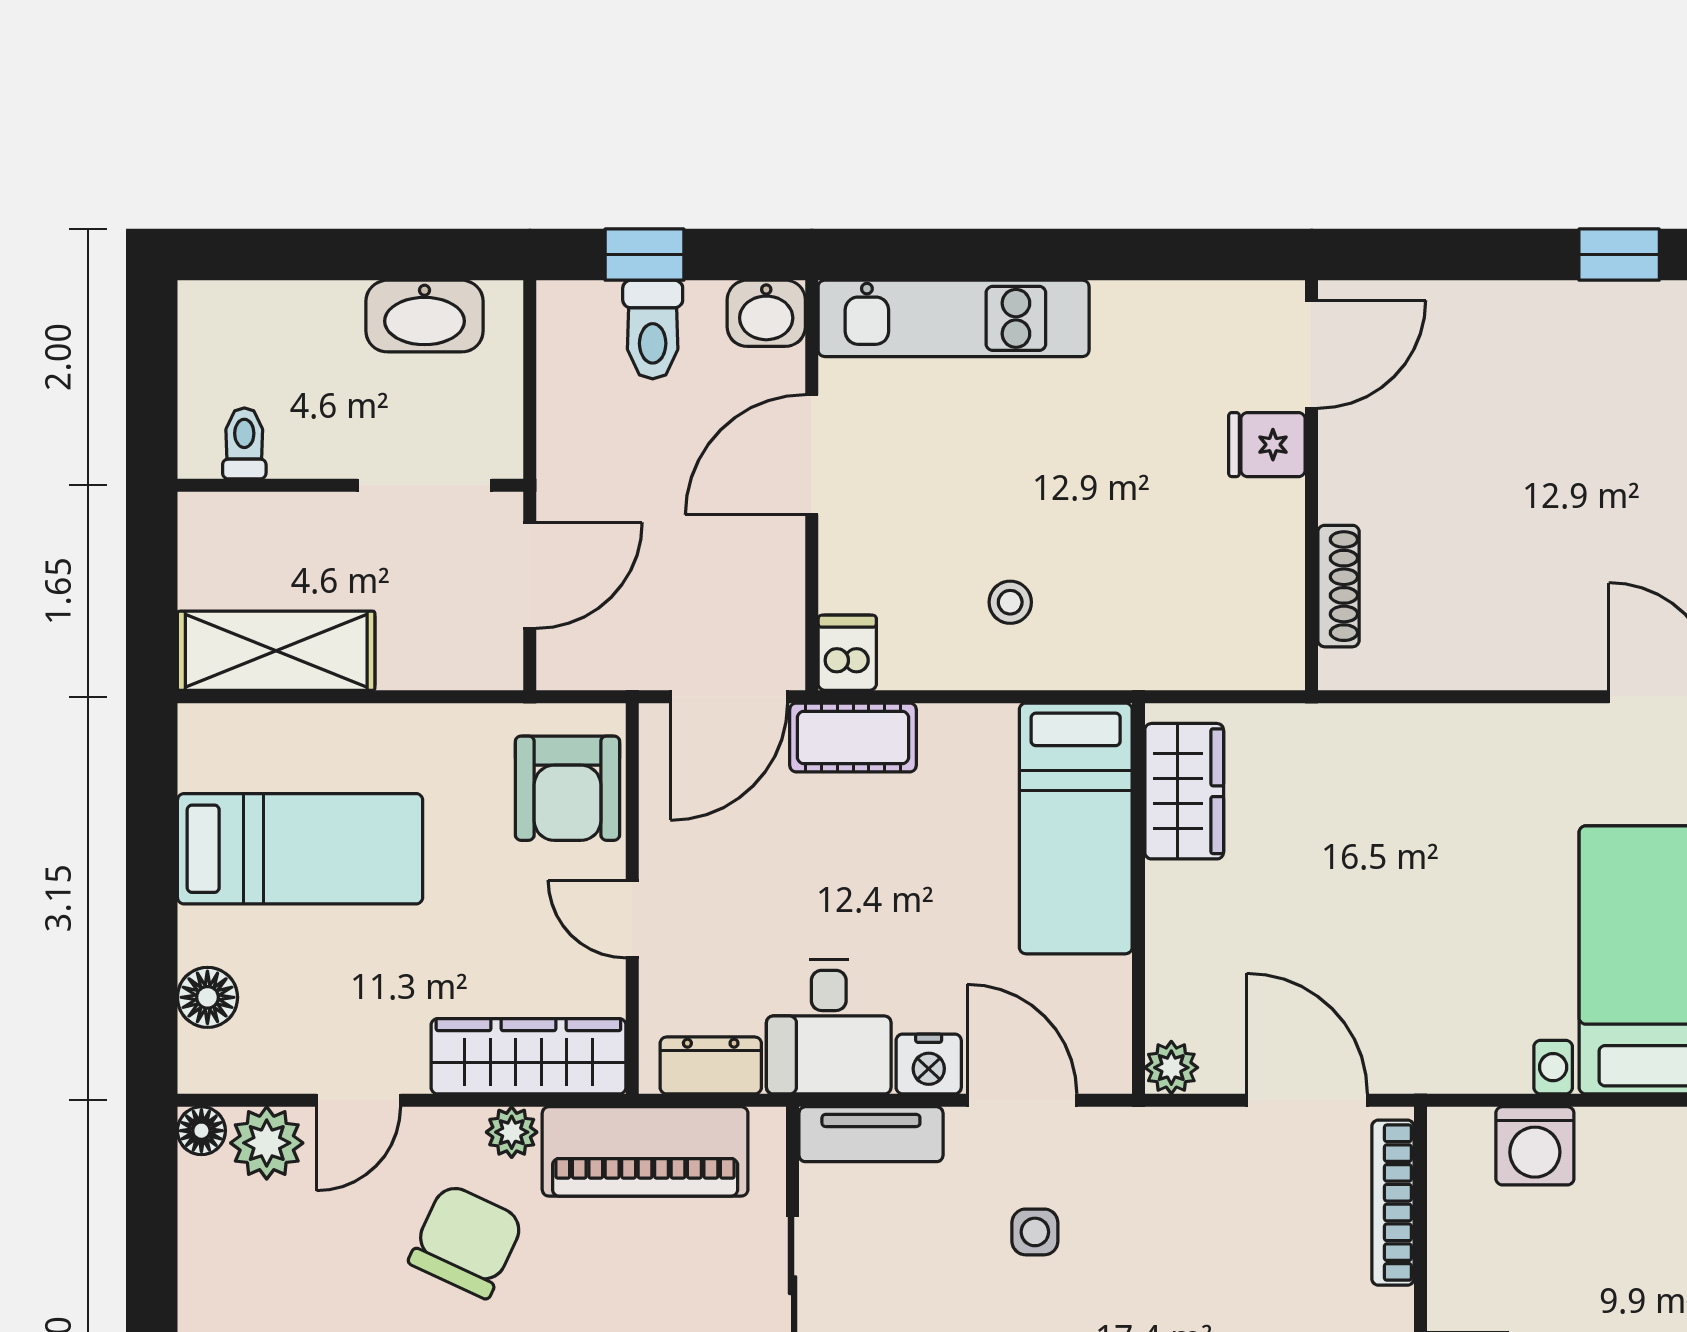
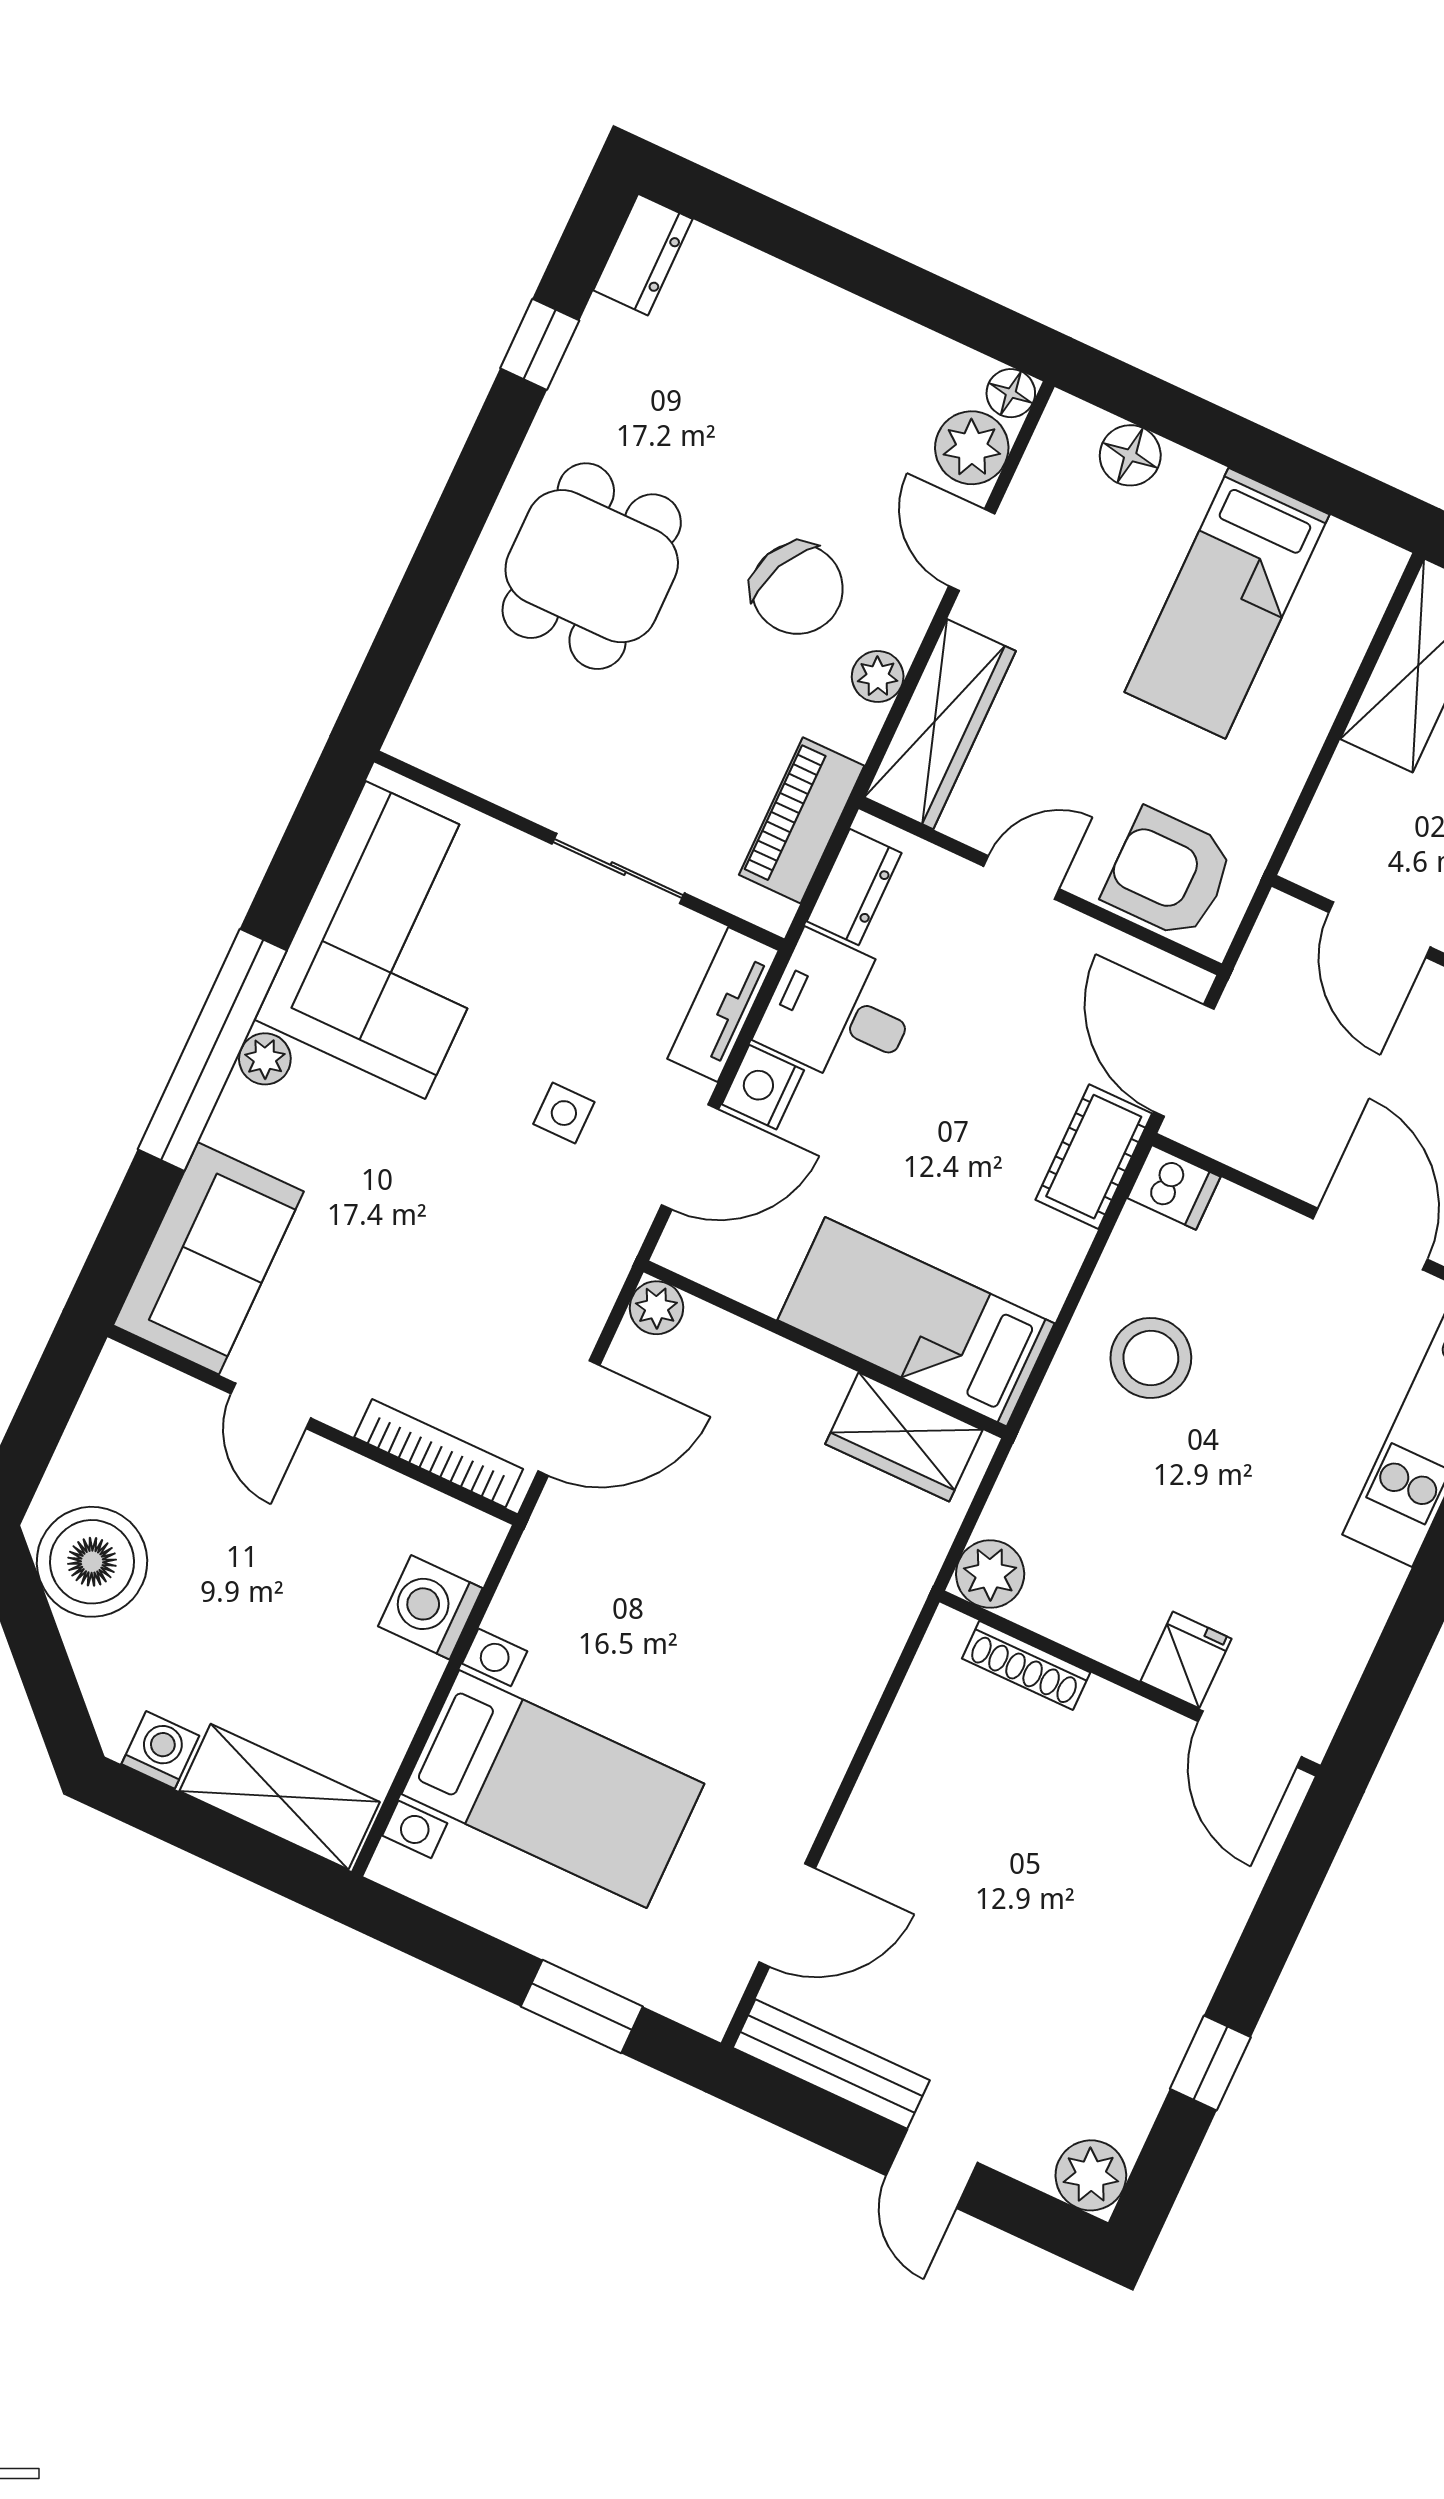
stool: (1010, 602) -> (1151, 1358), width x1.89, depth x1.89
plant: (1271, 657) -> (990, 1574), added
piano: (645, 1151) -> (802, 820), width x0.73, depth x0.75

